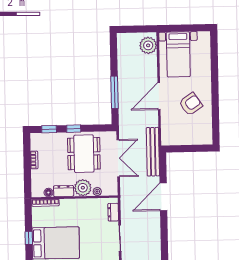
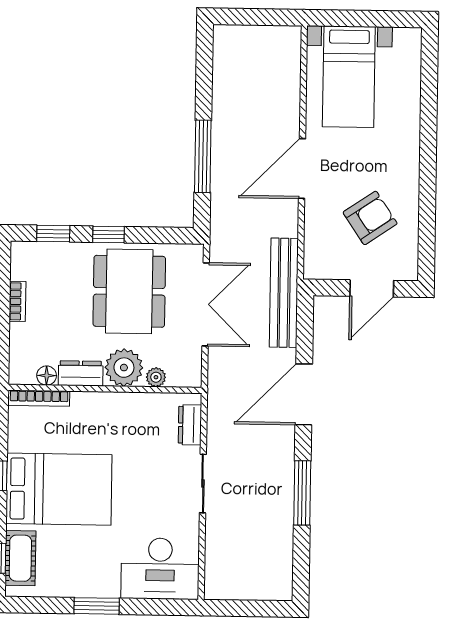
plant: (148, 45) -> (282, 54), removed
armchair: (191, 104) -> (370, 218), moved
door: (192, 148) -> (372, 288), added
window: (164, 241) -> (302, 493), added

